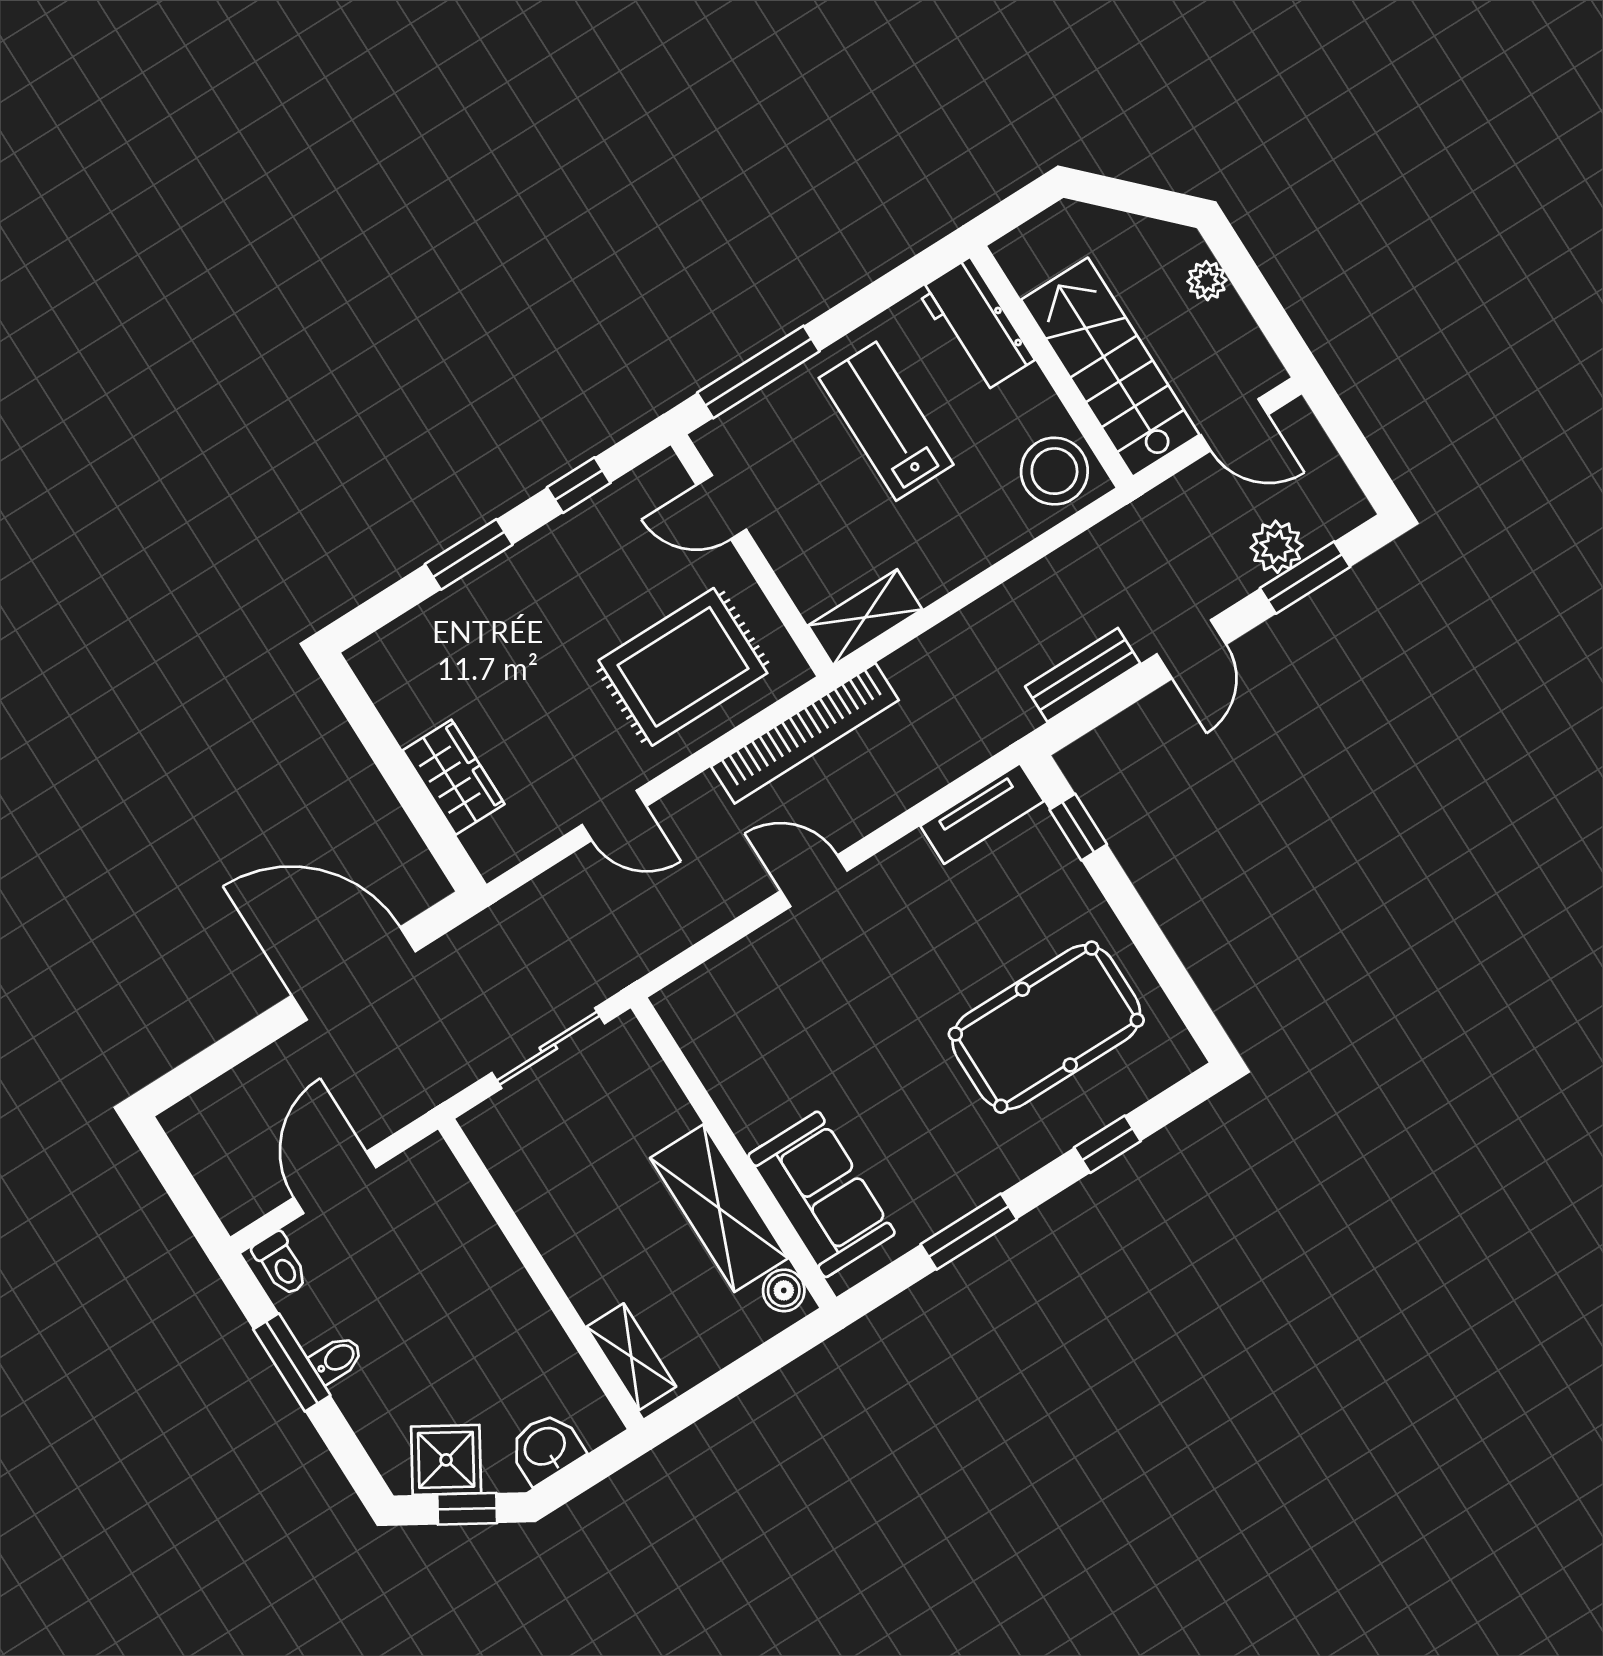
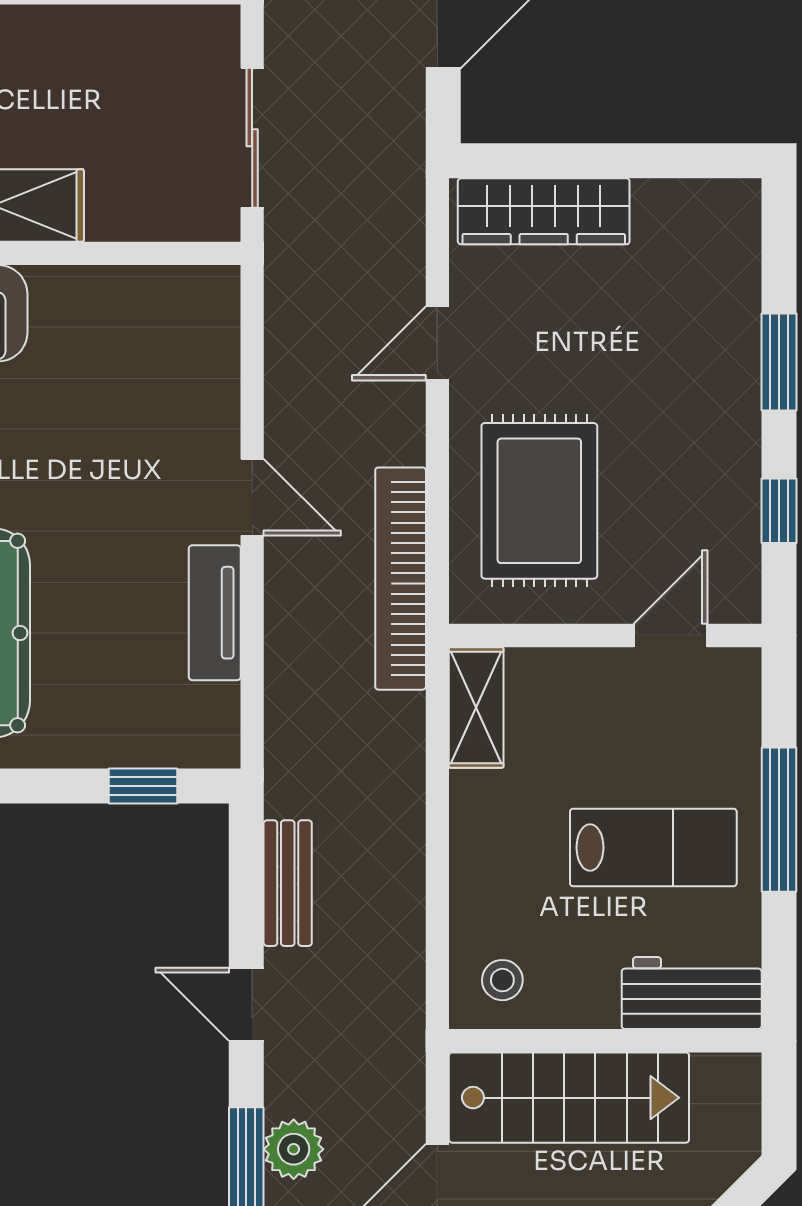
window: (758, 372) -> (779, 820), moved
stool: (1054, 471) -> (502, 980), width x0.53, depth x0.53
wardrobe: (454, 777) -> (544, 211), width x1.50
tv unit: (982, 814) -> (215, 613), moved
door: (814, 881) -> (252, 497), hinge flipped

